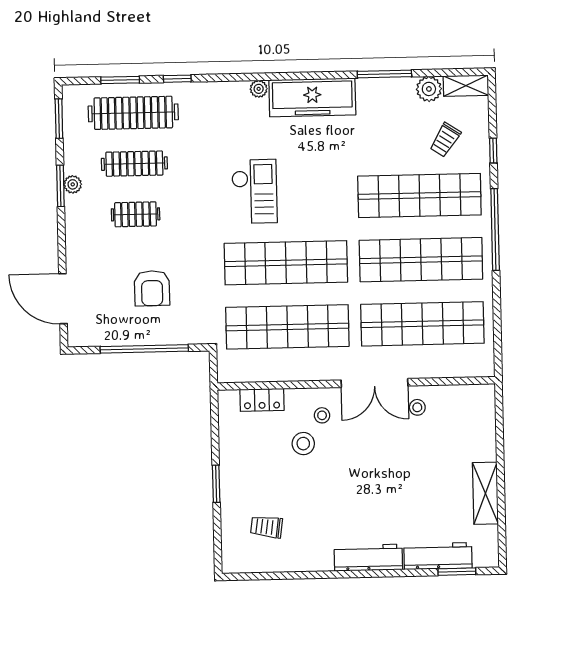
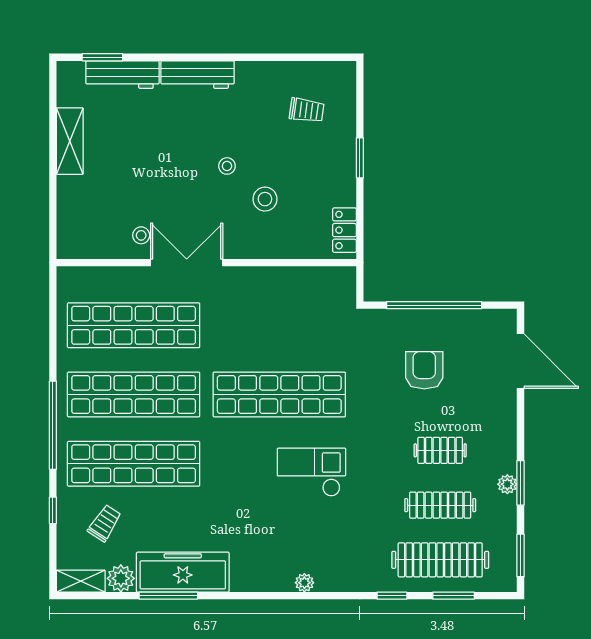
freezer: (312, 97) -> (183, 572), moved
checkout: (254, 191) -> (311, 472), turned 90
shop shelf: (287, 327) -> (279, 325), removed
locker: (262, 400) -> (344, 230), moved, turned -90
stool: (322, 415) -> (227, 166), moved

